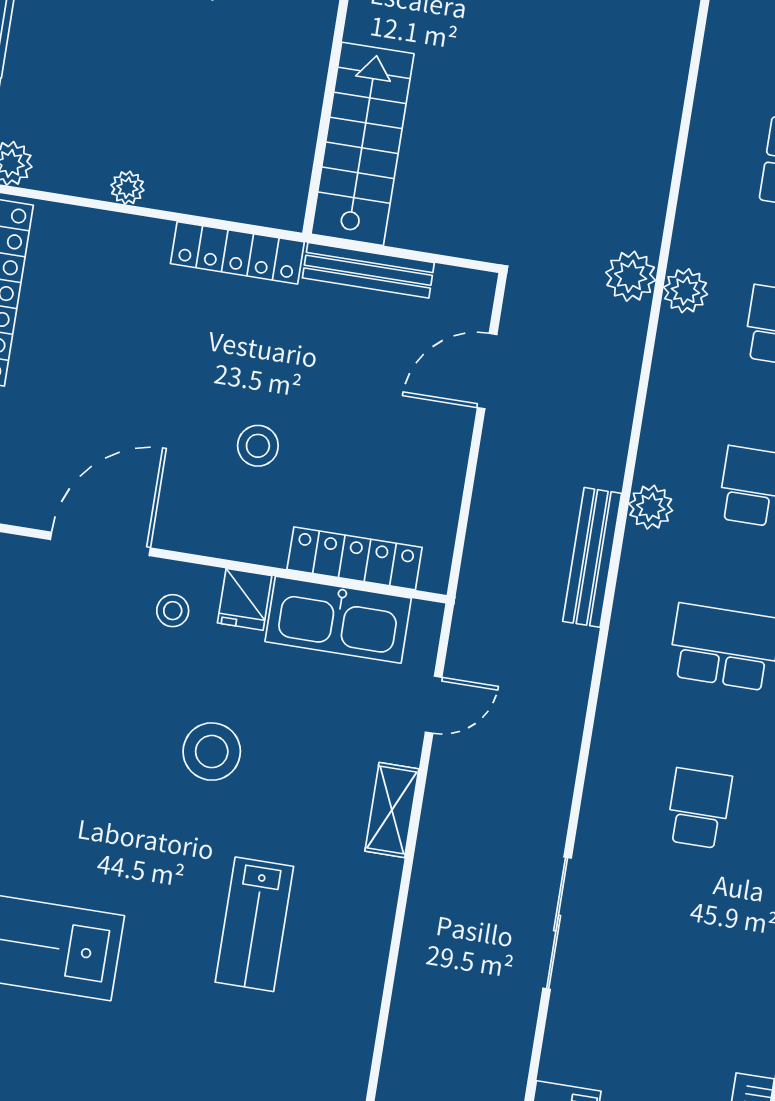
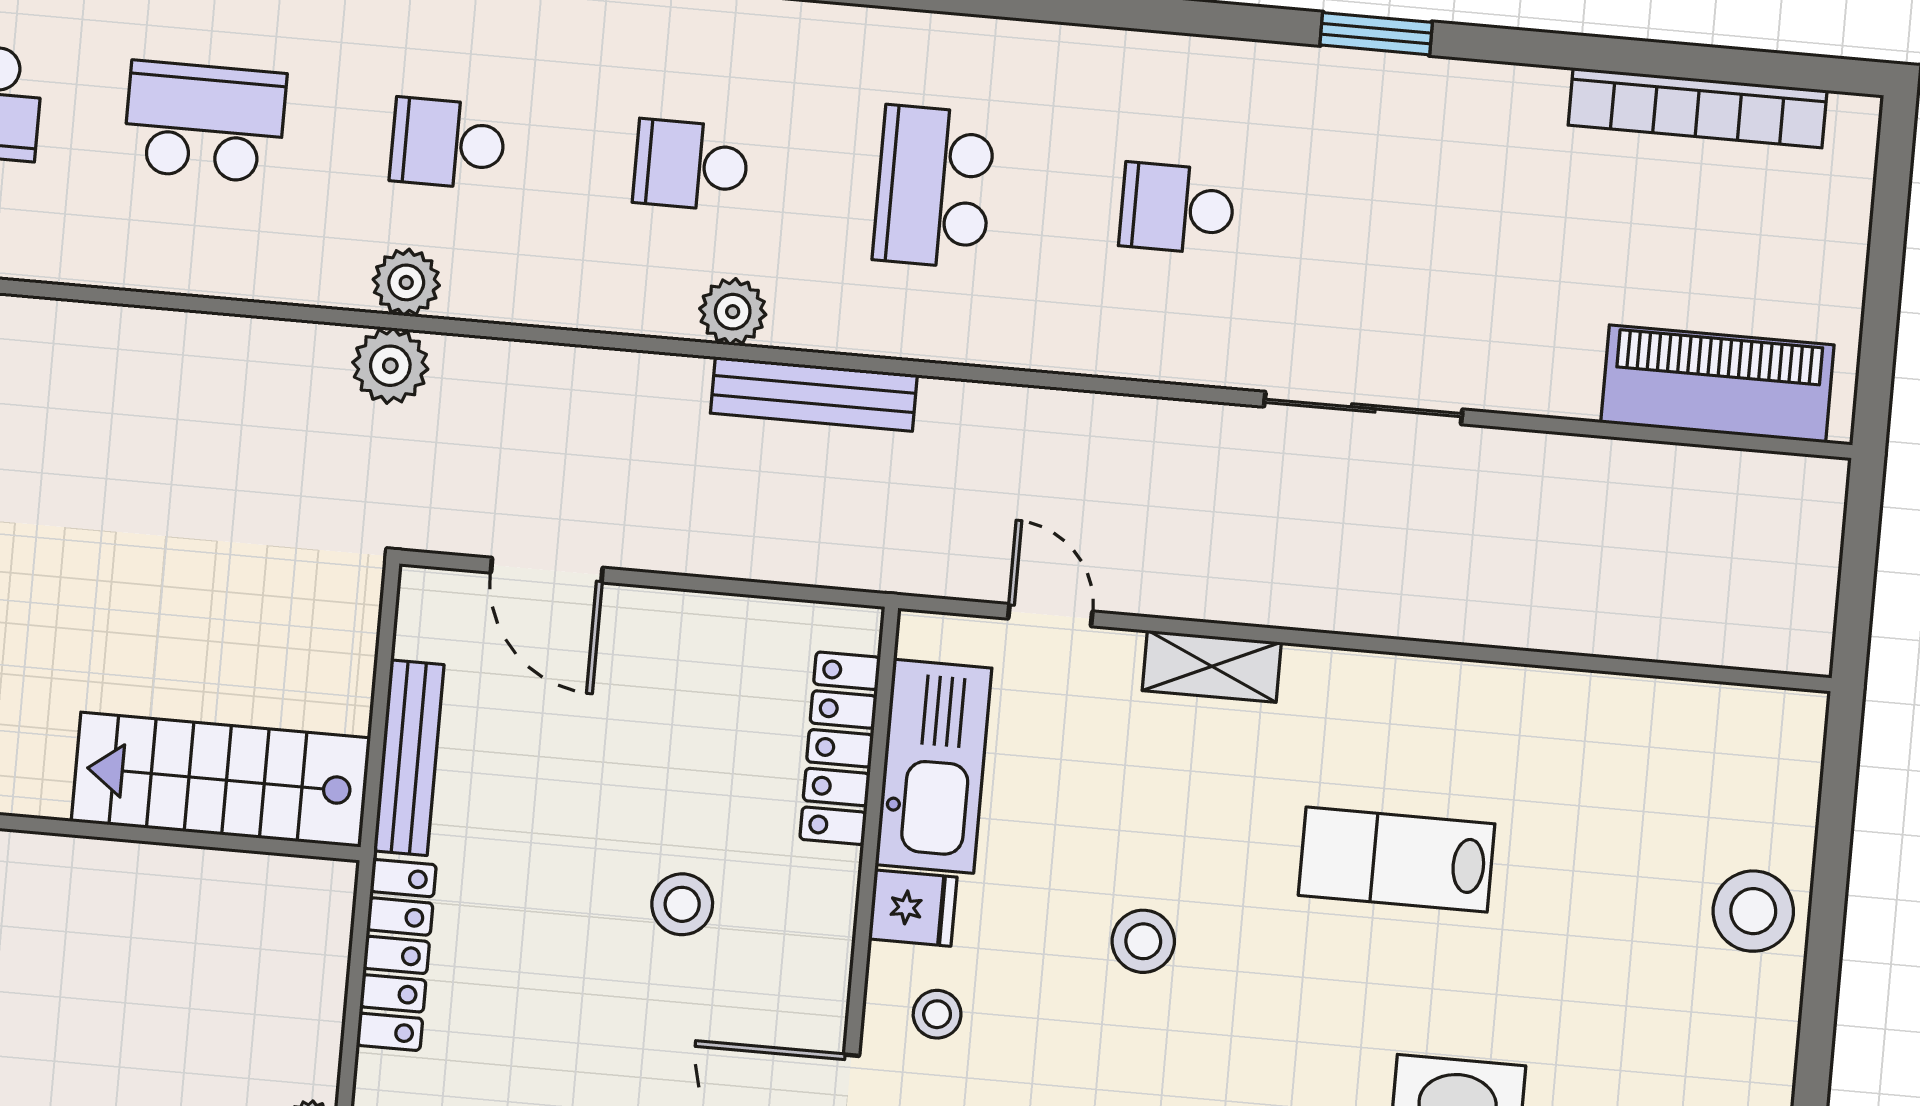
stool: (212, 752) -> (1143, 941), width x0.73, depth x0.73
lab bench: (254, 924) -> (1397, 860), turned 180

